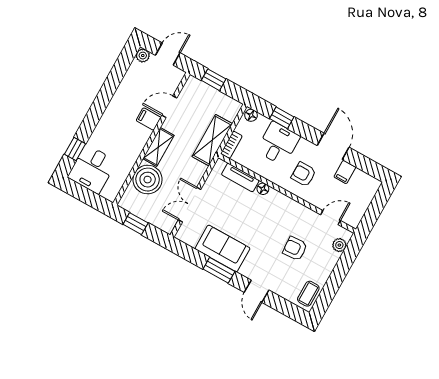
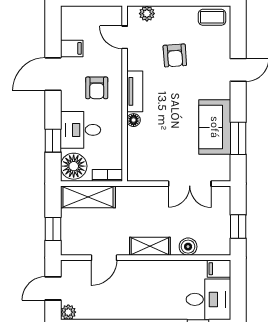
door: (168, 54) -> (53, 288), hinge flipped
door: (169, 107) -> (104, 258), hinge flipped
floor lamp: (251, 115) -> (74, 166), width x1.89, depth x1.89
filing cabinet: (148, 119) -> (219, 269), moved, turned 90
shelving: (212, 140) -> (88, 197), moved
tv unit: (240, 177) -> (135, 91), moved
boiler: (148, 180) -> (188, 247), width x0.54, depth x0.54
window: (219, 270) -> (238, 138), moved

